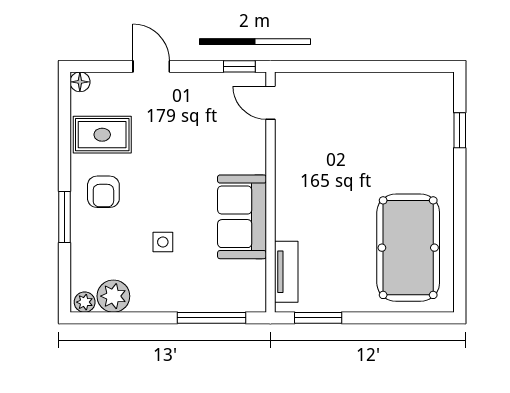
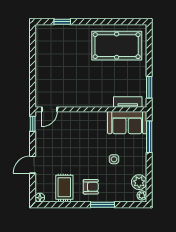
sofa: (242, 217) -> (127, 123), moved

